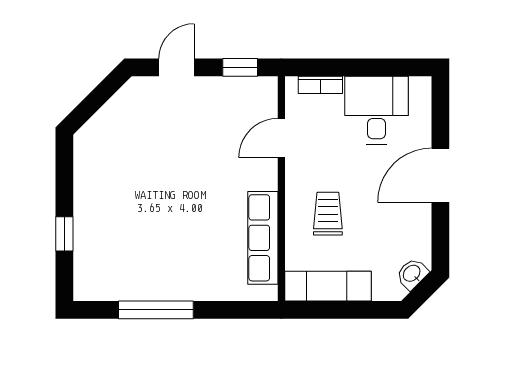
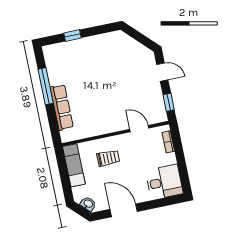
desk: (376, 110) -> (164, 182), moved
door: (440, 175) -> (124, 210), moved
row of seats: (263, 238) -> (62, 107), moved, turned 90

